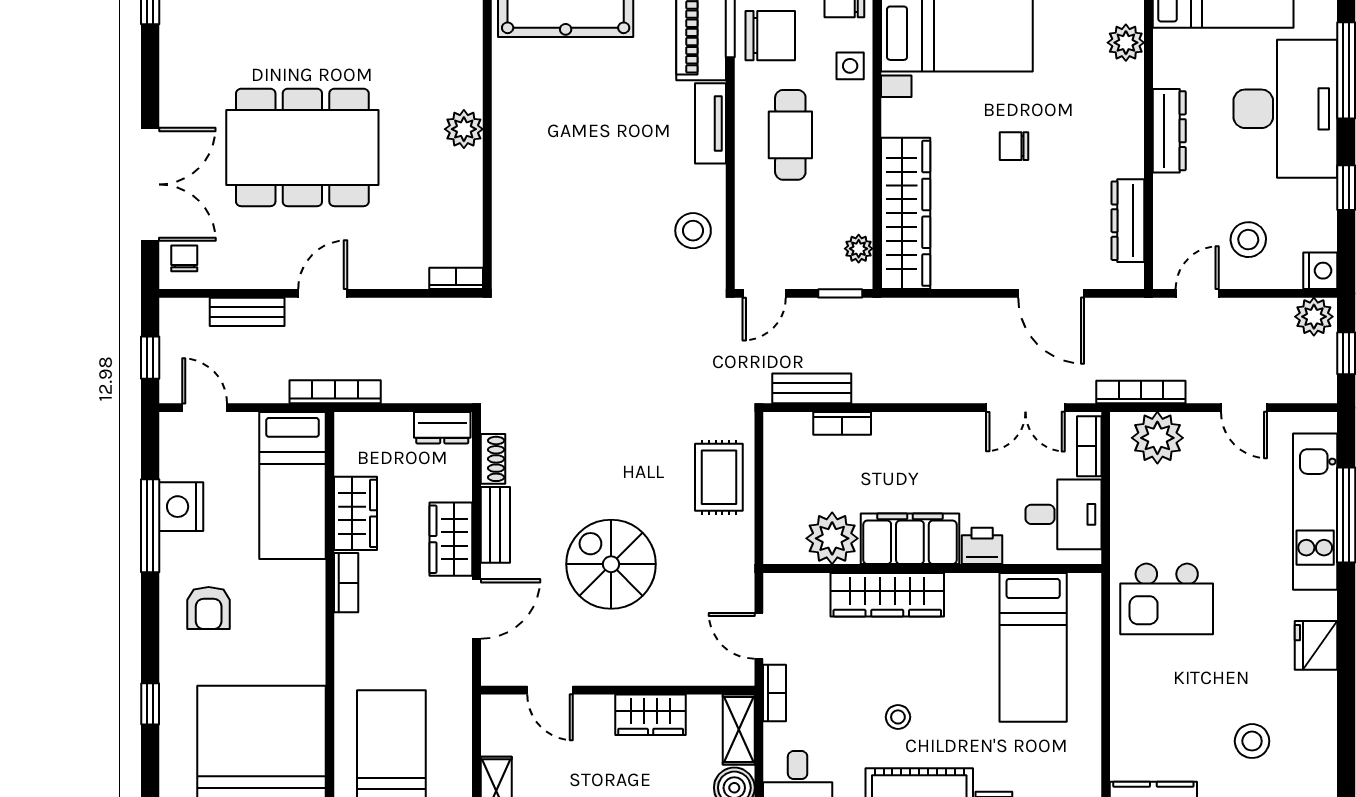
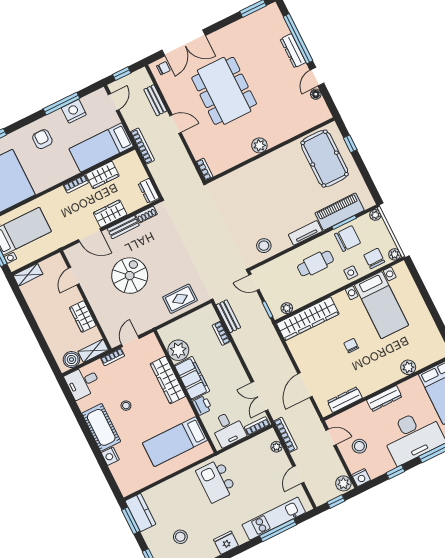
chair: (770, 36) -> (347, 239), turned -90
plant: (1157, 438) -> (276, 447), width x0.53, depth x0.53
armchair: (209, 608) -> (42, 139), turned 90

